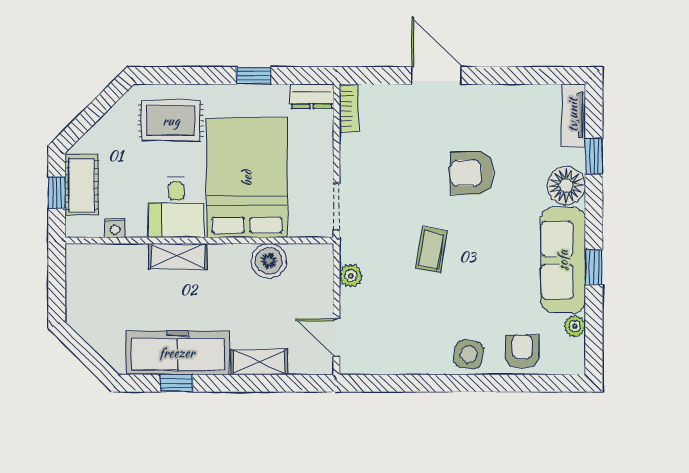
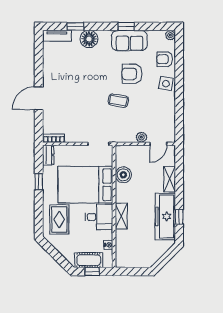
armchair: (472, 173) -> (132, 74), moved, turned 90
sofa: (563, 260) -> (129, 41), width x0.73
plant: (351, 276) -> (141, 137), moved
plant: (575, 326) -> (170, 35), moved

